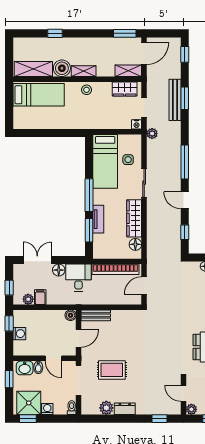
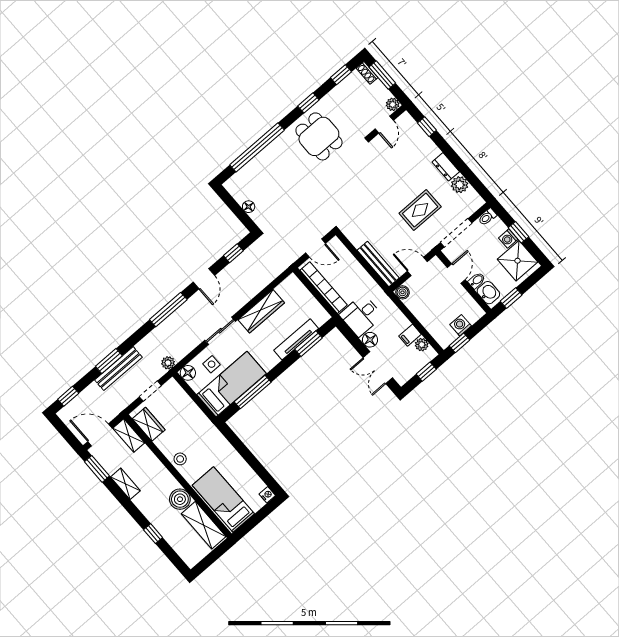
shelving: (84, 71) -> (125, 484), moved
nightstand: (136, 124) -> (267, 495), moved
window: (89, 195) -> (253, 392), moved
tv unit: (98, 219) -> (296, 339), width x1.41
floor lamp: (135, 244) -> (188, 373), moved
bench: (96, 315) -> (378, 264), width x1.36
rug: (112, 370) -> (420, 210), turned 90
window: (28, 419) -> (518, 232), moved

